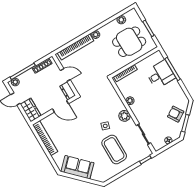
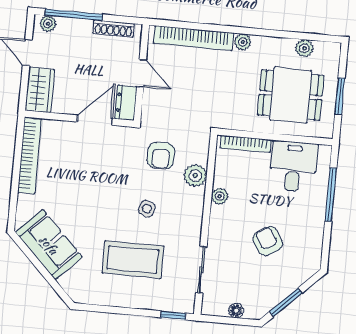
desk: (160, 74) -> (293, 166), moved, turned -90
armchair: (96, 101) -> (161, 155), added
door: (60, 106) -> (95, 120), swing flipped
armchair: (176, 114) -> (268, 241), moved
plant: (124, 116) -> (195, 176), moved
coffee table: (114, 149) -> (133, 259), turned 90

